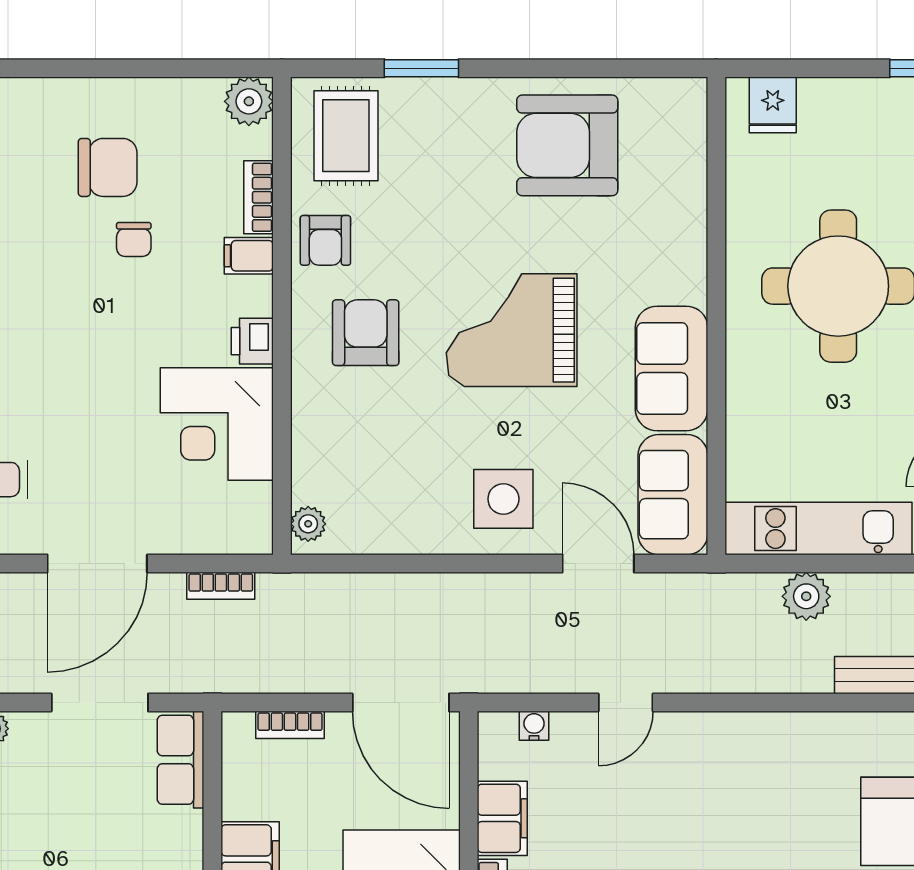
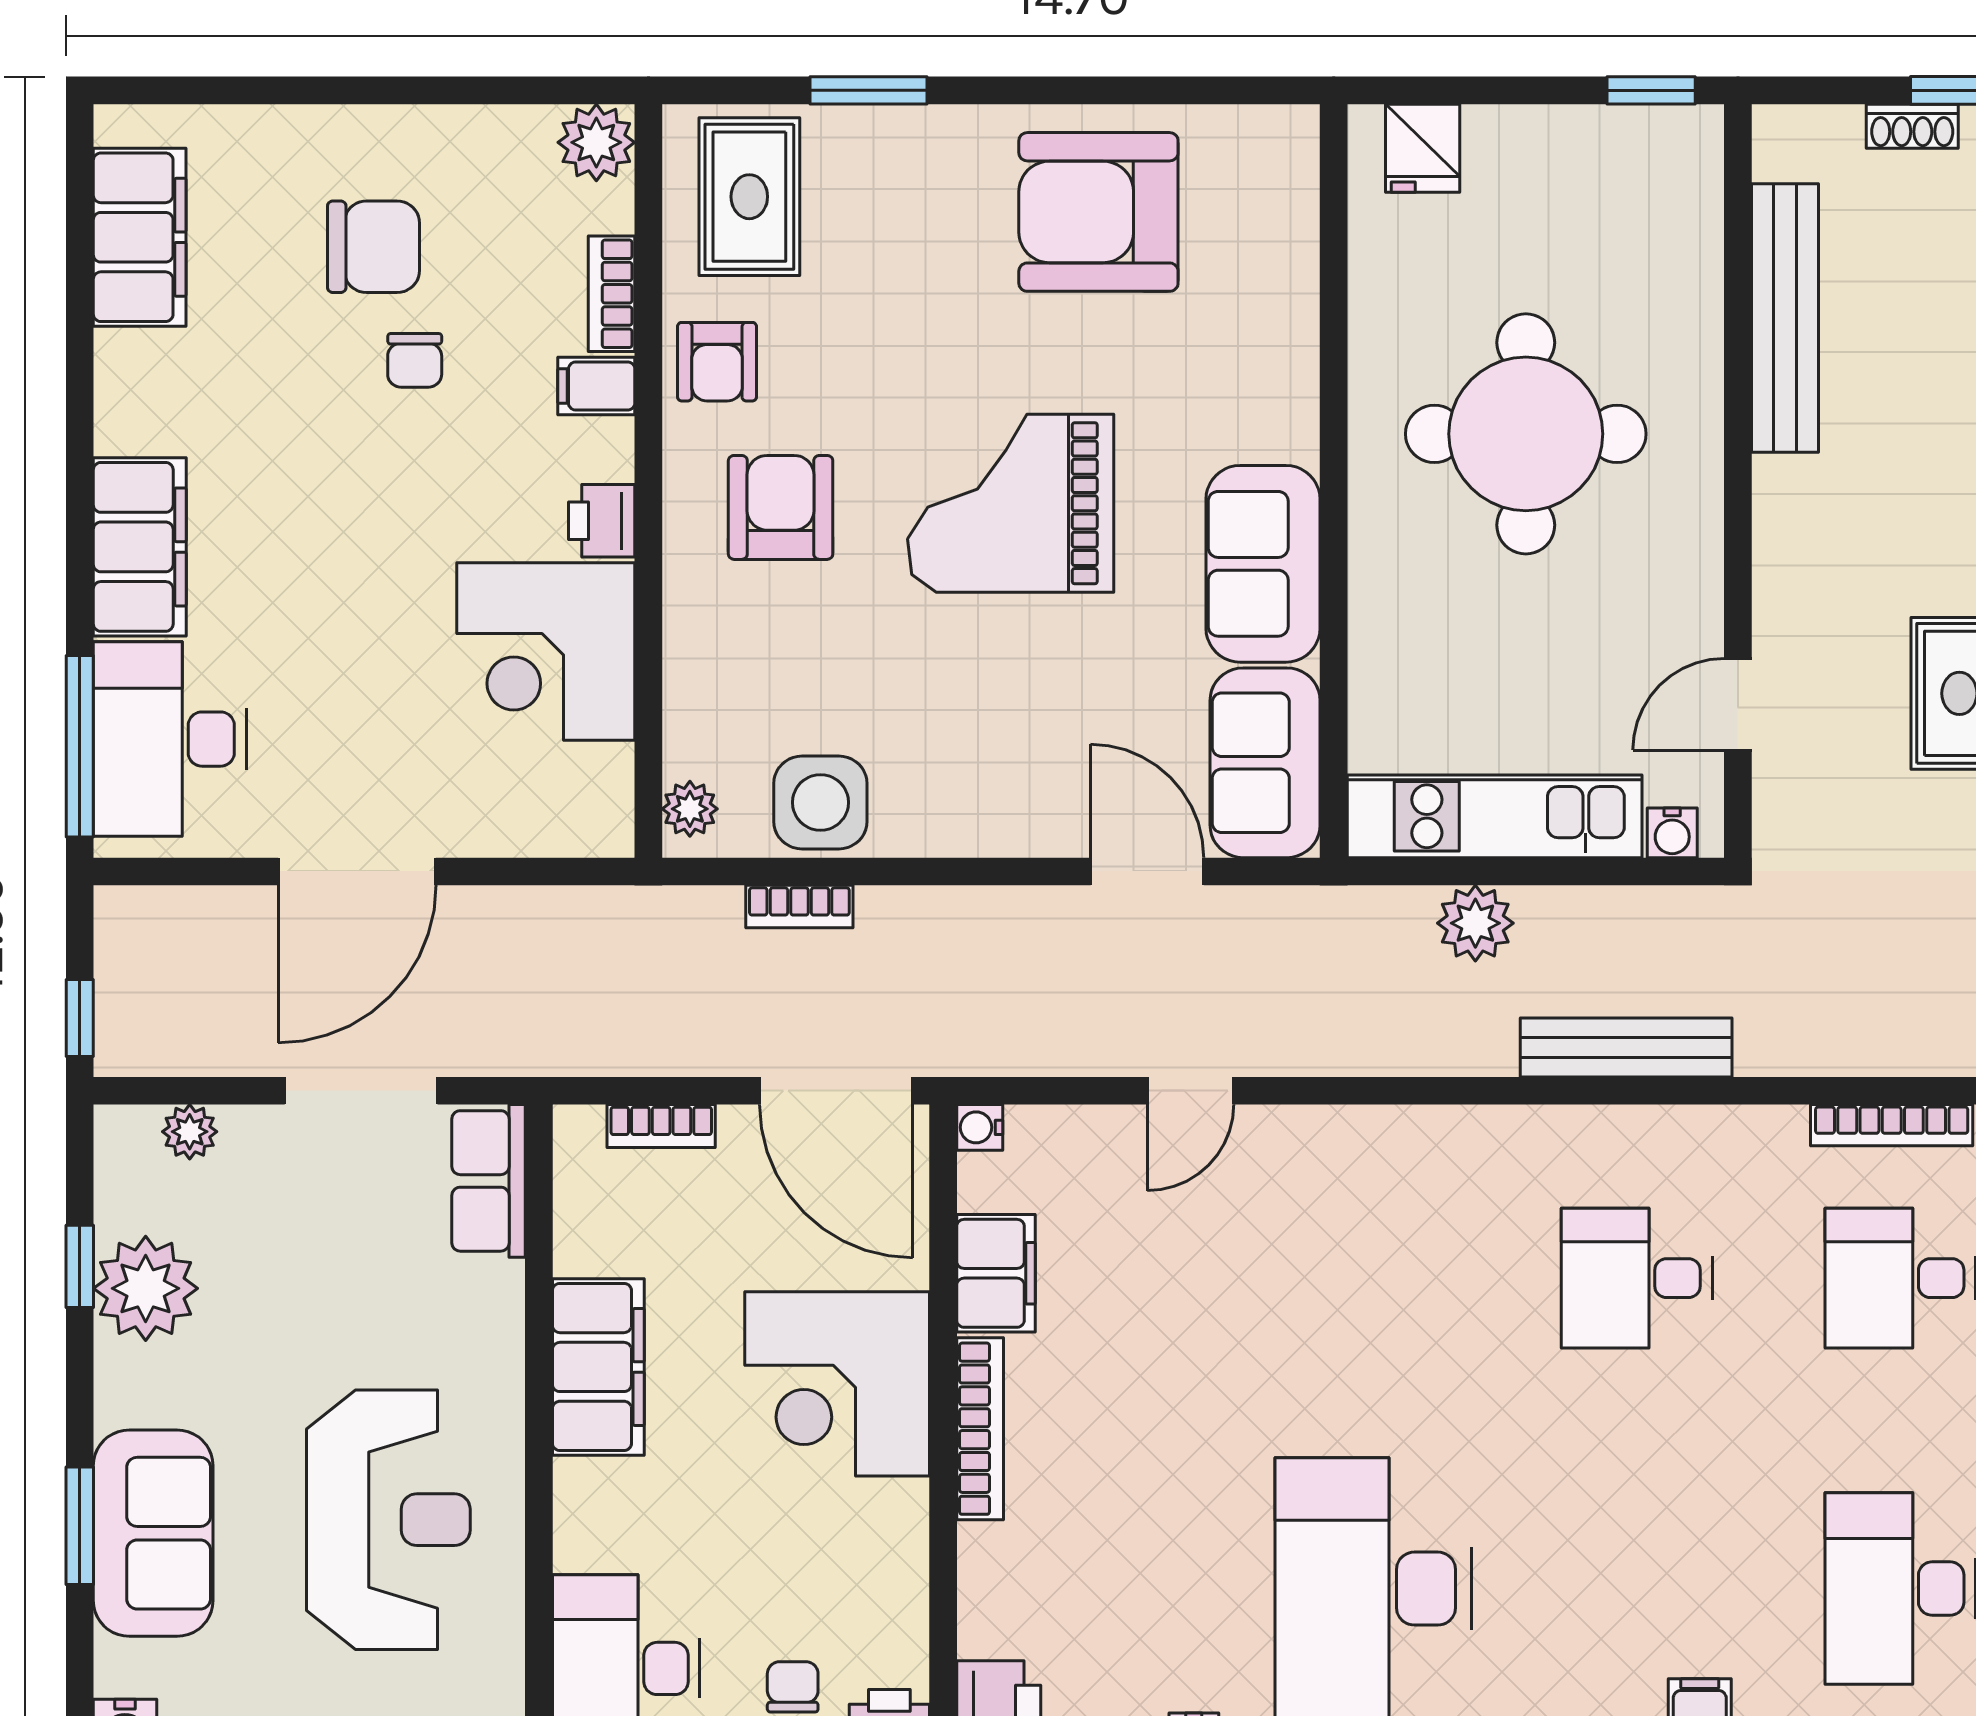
side table: (503, 499) -> (820, 802), moved
bookcase: (221, 586) -> (799, 907), moved
water cooler: (534, 726) -> (980, 1127), moved, turned -90

